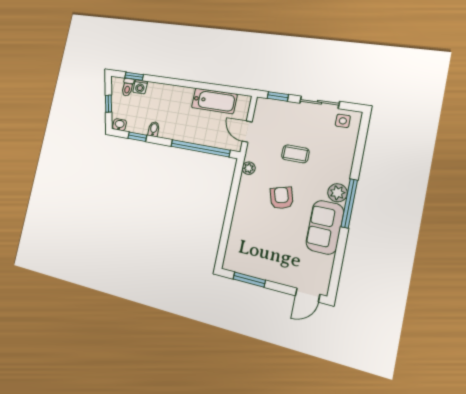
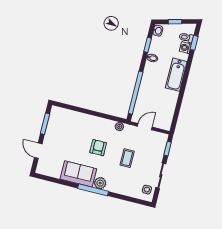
bathtub: (214, 101) -> (176, 75), moved
armchair: (282, 198) -> (98, 148), turned -74
door: (308, 295) -> (38, 151), moved

